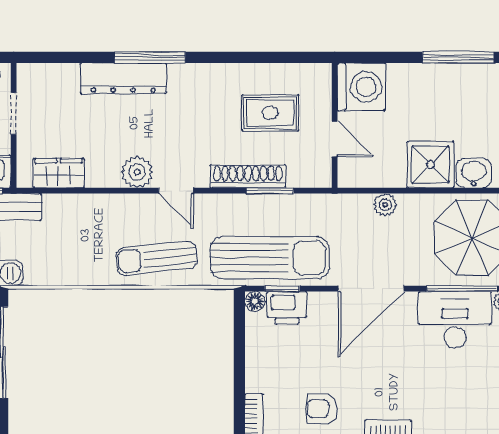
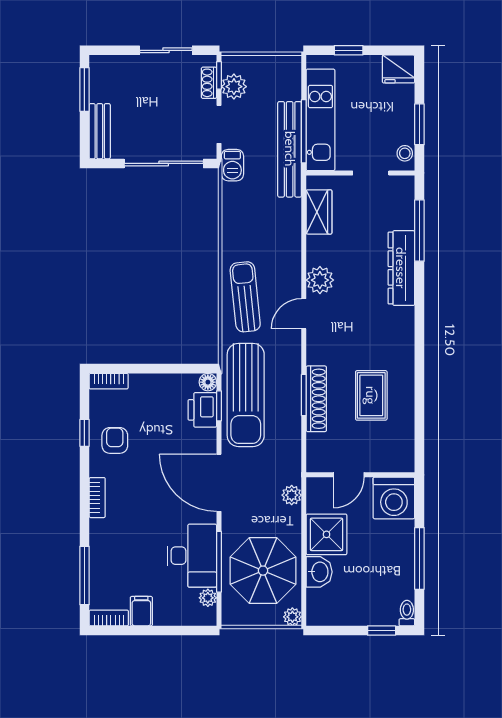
window: (150, 57) -> (419, 231), moved
washing machine: (361, 87) -> (394, 498), moved
wall: (335, 125) -> (360, 475), moved
door: (335, 139) -> (349, 475), moved
shoe rack: (248, 176) -> (316, 399), moved

